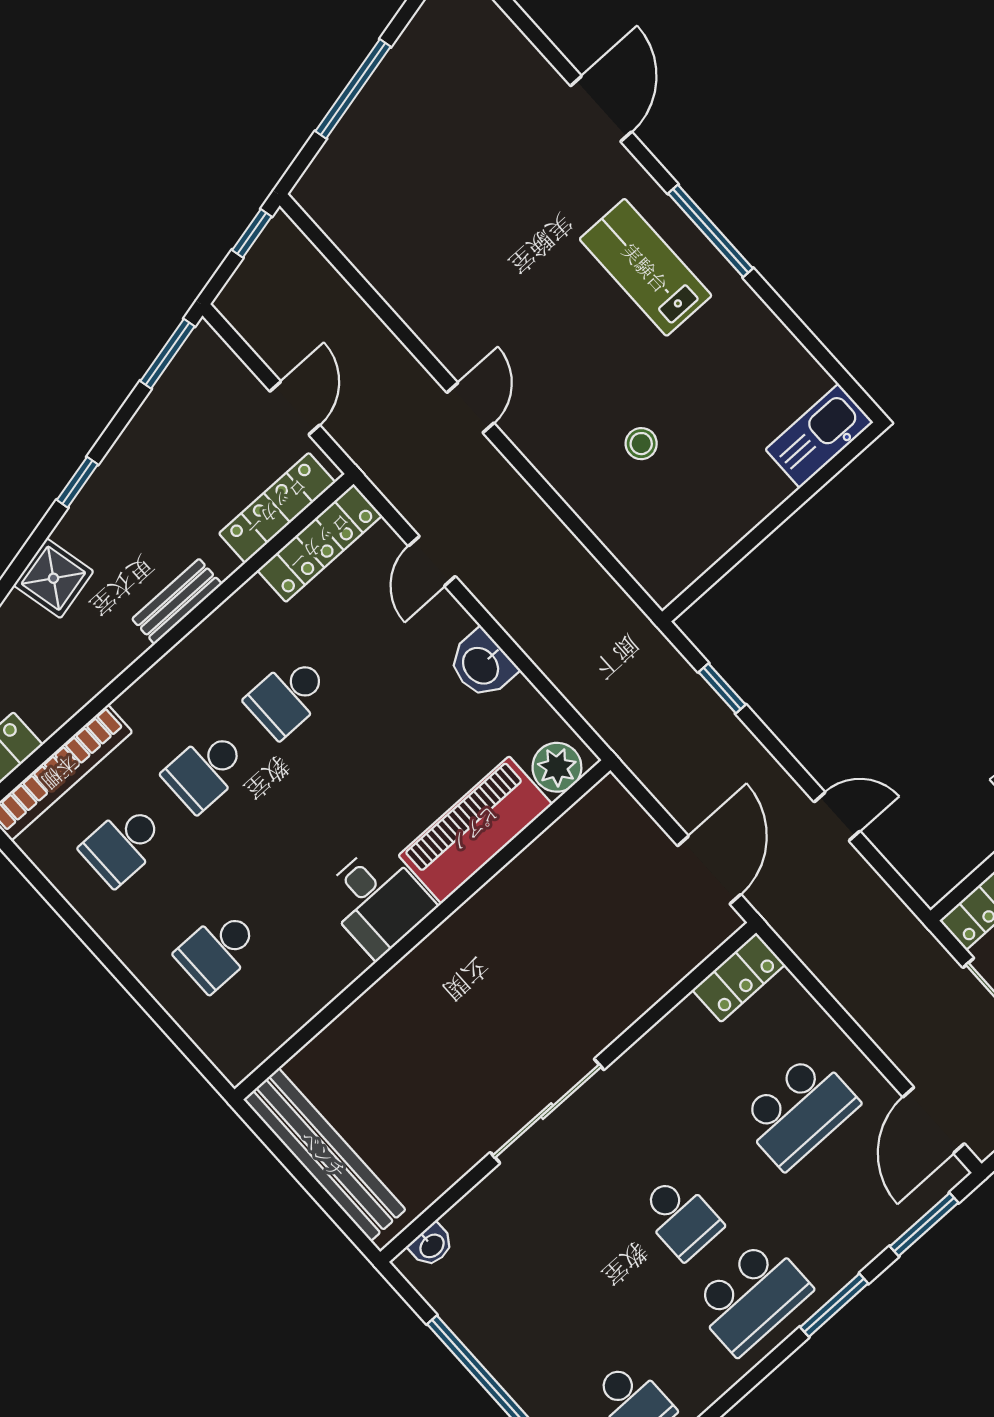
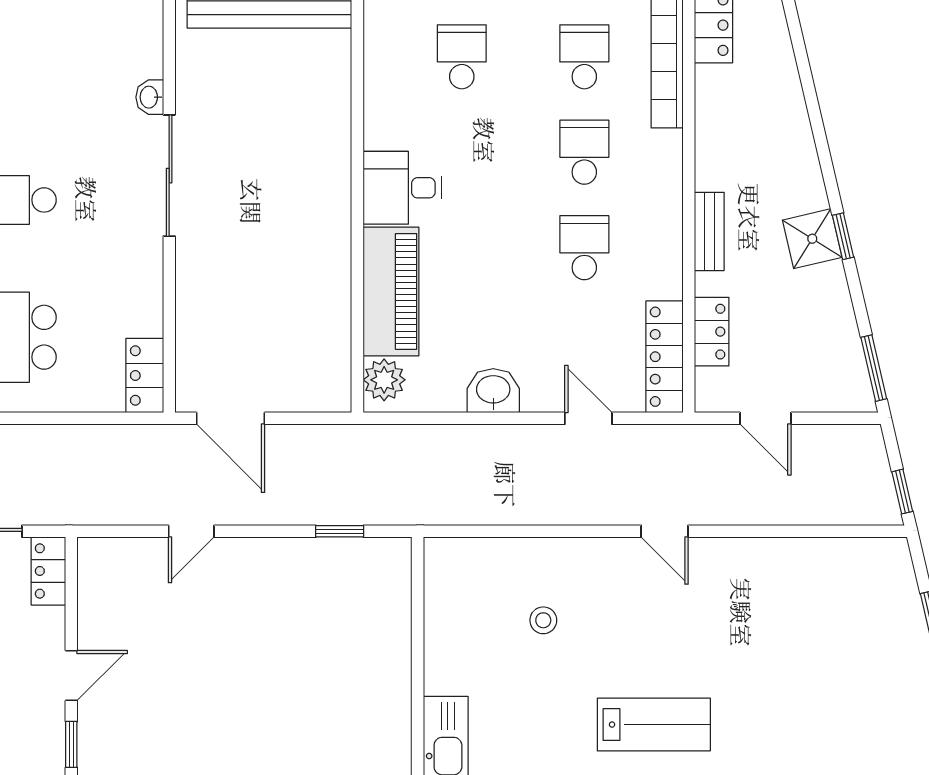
locker: (277, 508) -> (712, 332), width x0.66
shower: (53, 578) -> (812, 239), moved
washbasin: (431, 1245) -> (150, 97), moved

